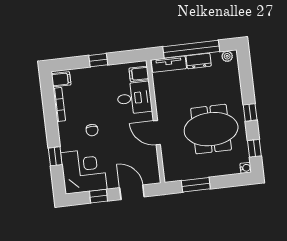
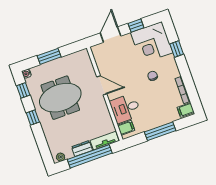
window: (98, 60) -> (160, 131), width x2.17
window: (196, 185) -> (49, 56), moved
door: (132, 192) -> (111, 35), swing flipped

